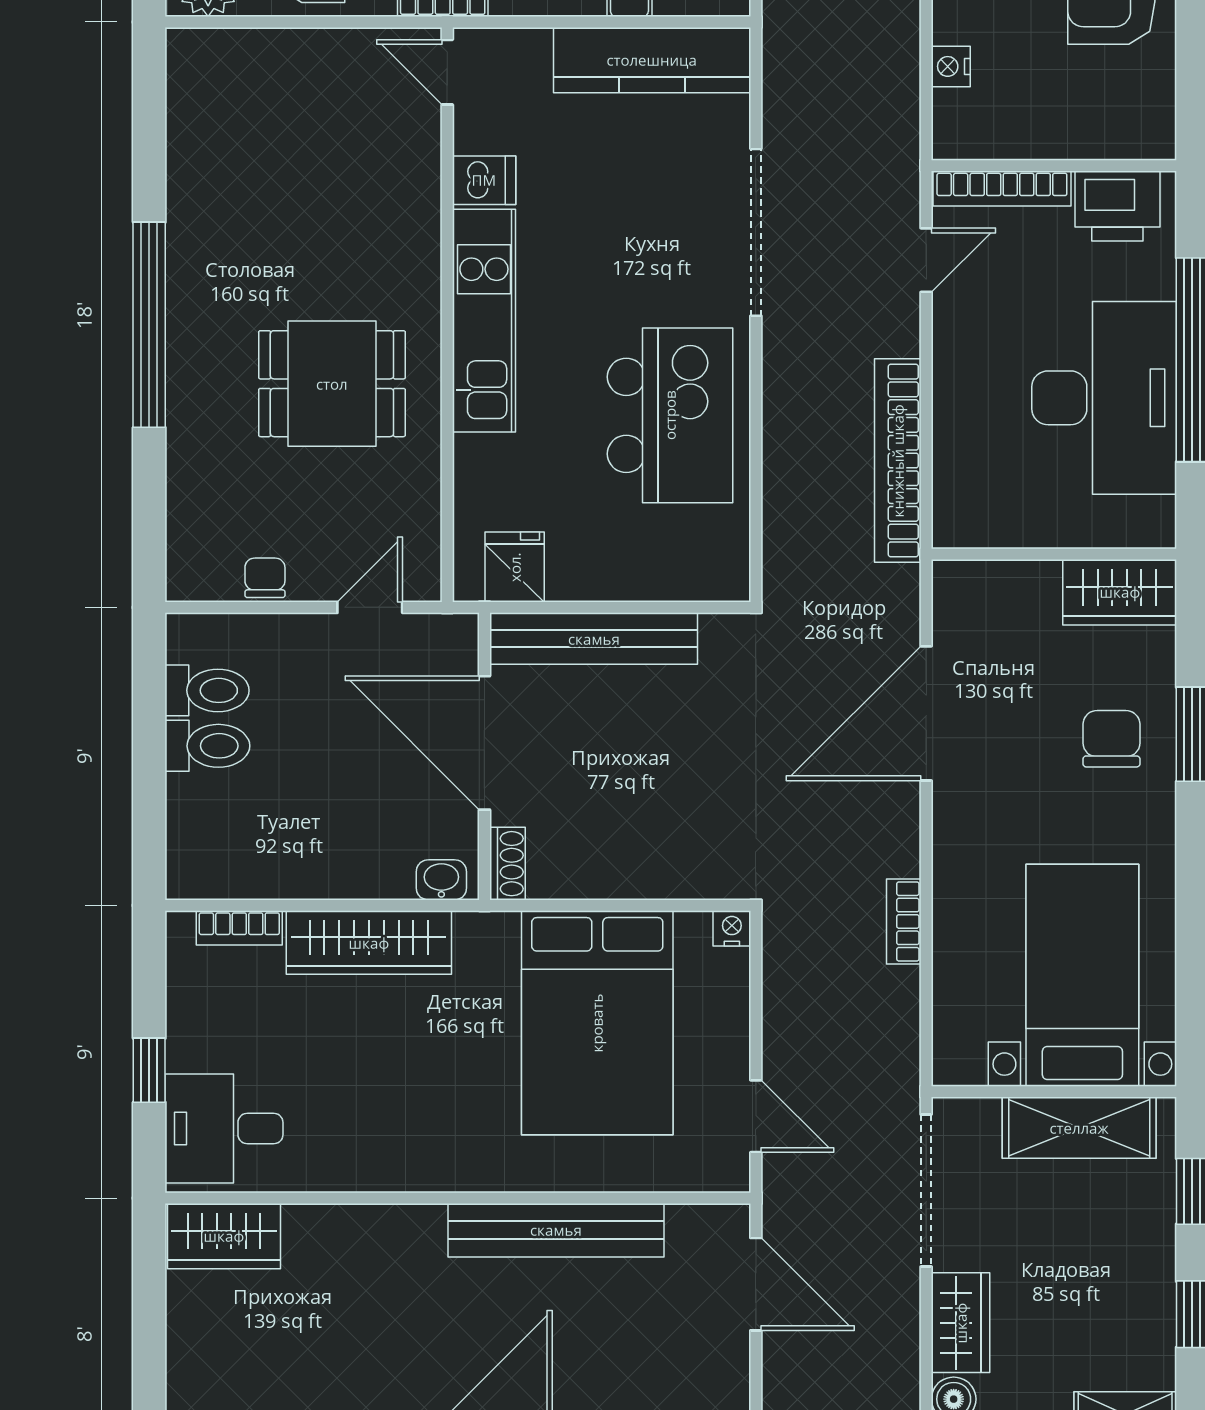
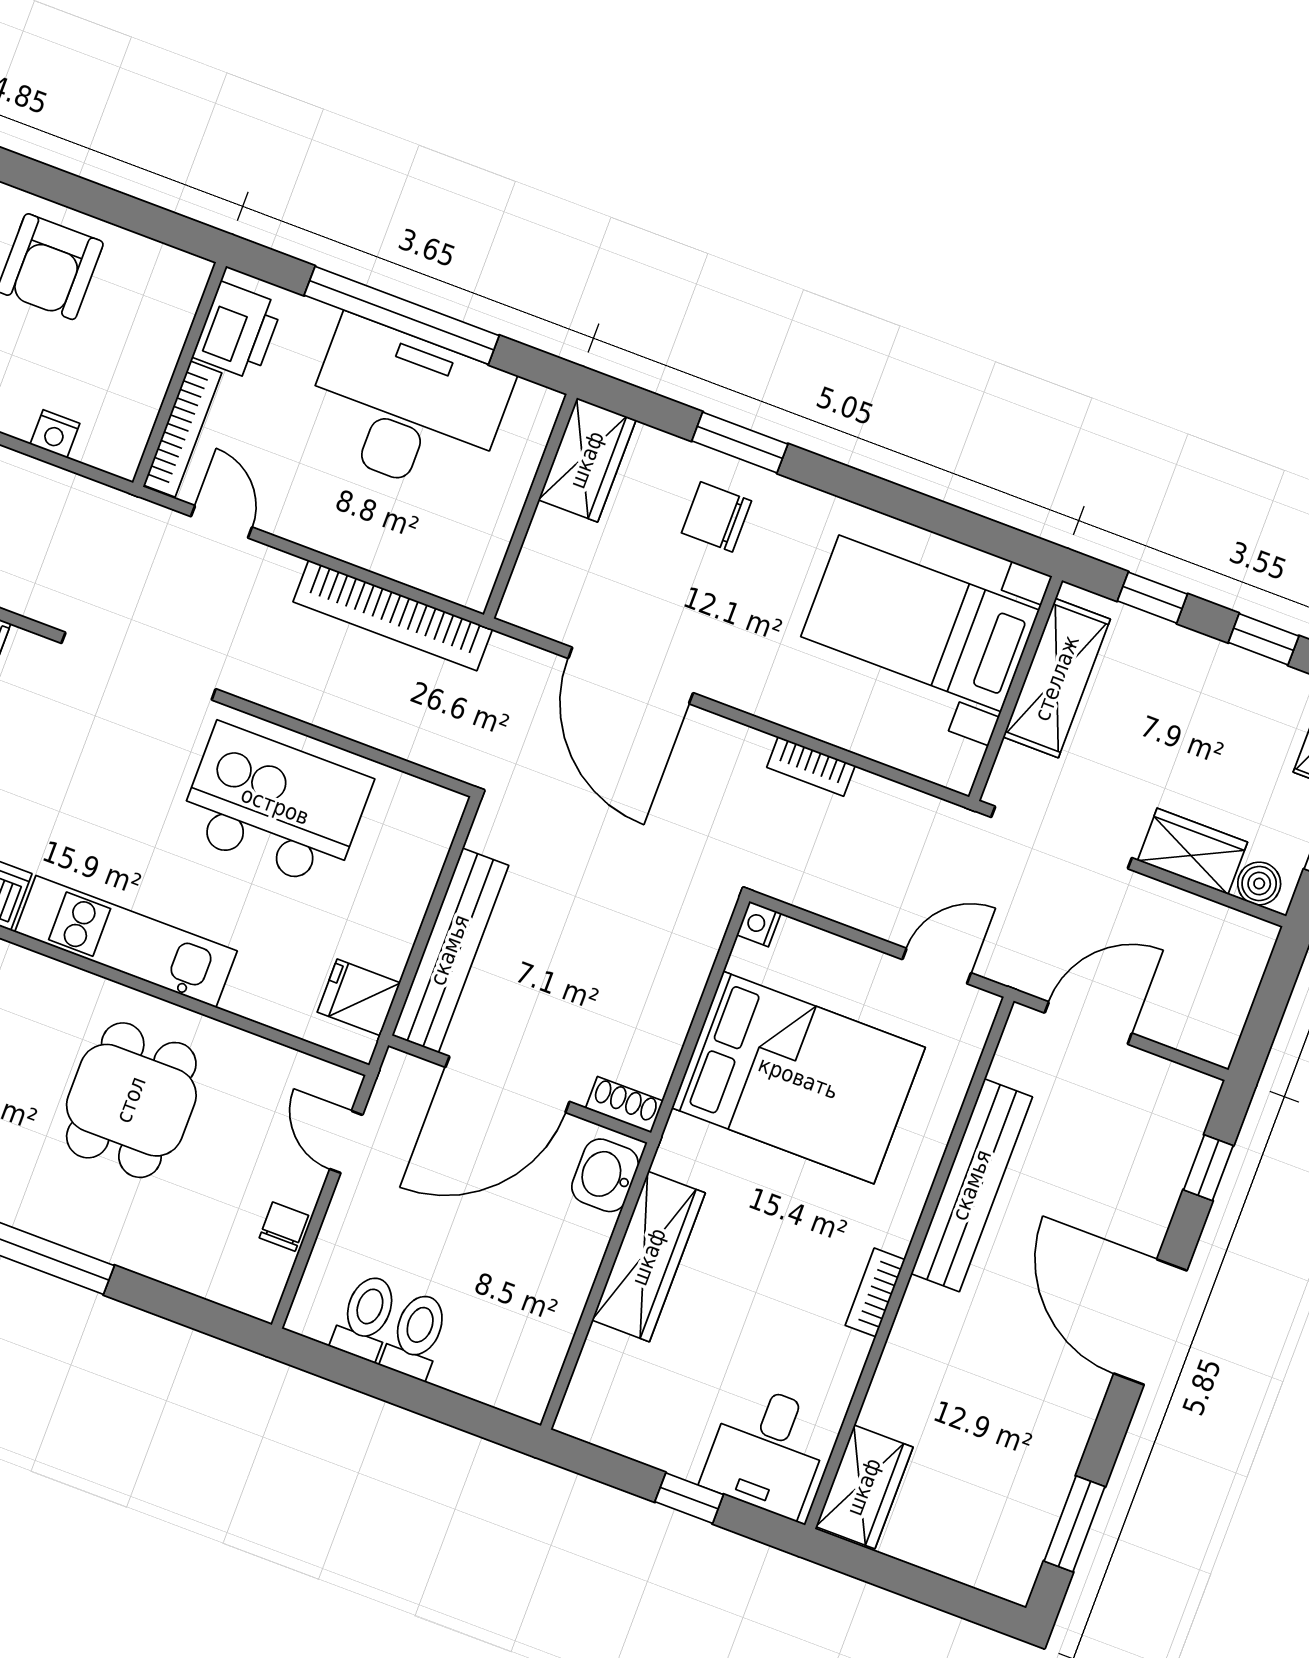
chair: (265, 578) -> (284, 1227), turned 90
washbasin: (441, 880) -> (605, 1175), width x1.38, depth x1.45
bookcase: (239, 928) -> (875, 1292), moved, turned 180

